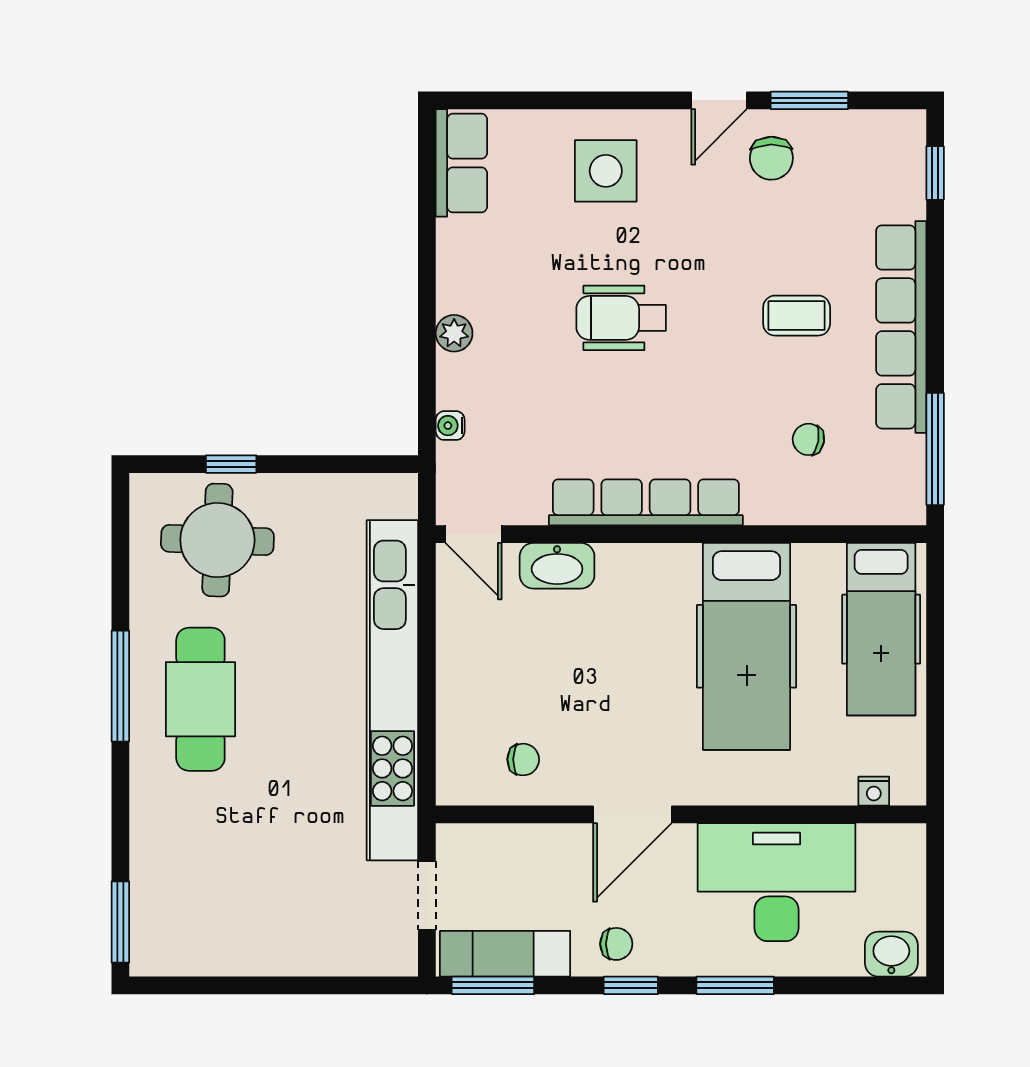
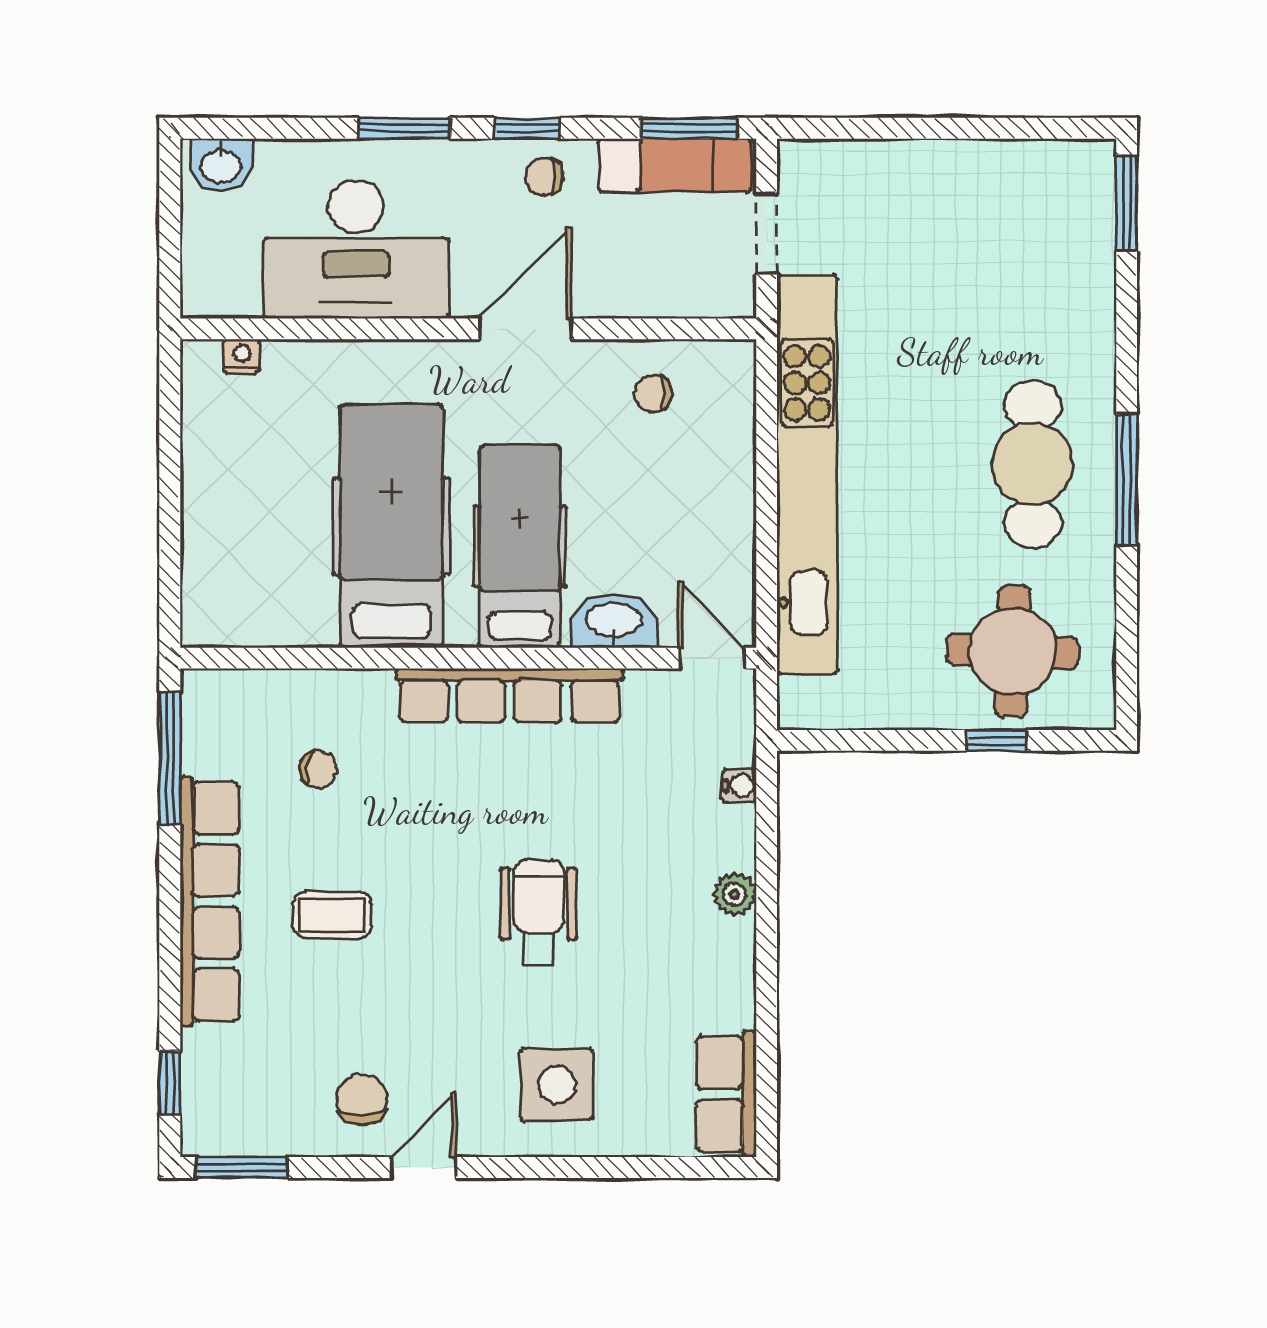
window: (809, 100) -> (242, 1167), moved
wheelchair: (621, 318) -> (539, 912), turned -90
hospital bed: (881, 629) -> (520, 546), moved

